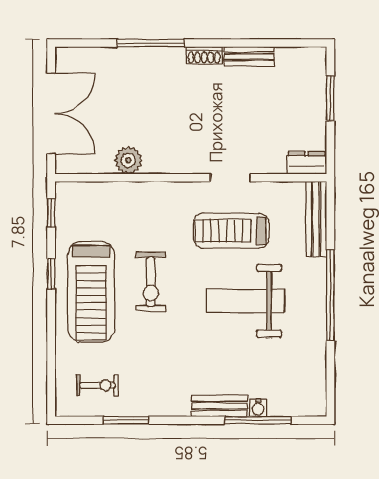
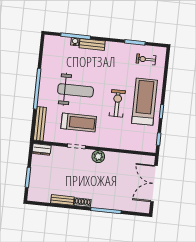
plant: (128, 160) -> (98, 157), moved

